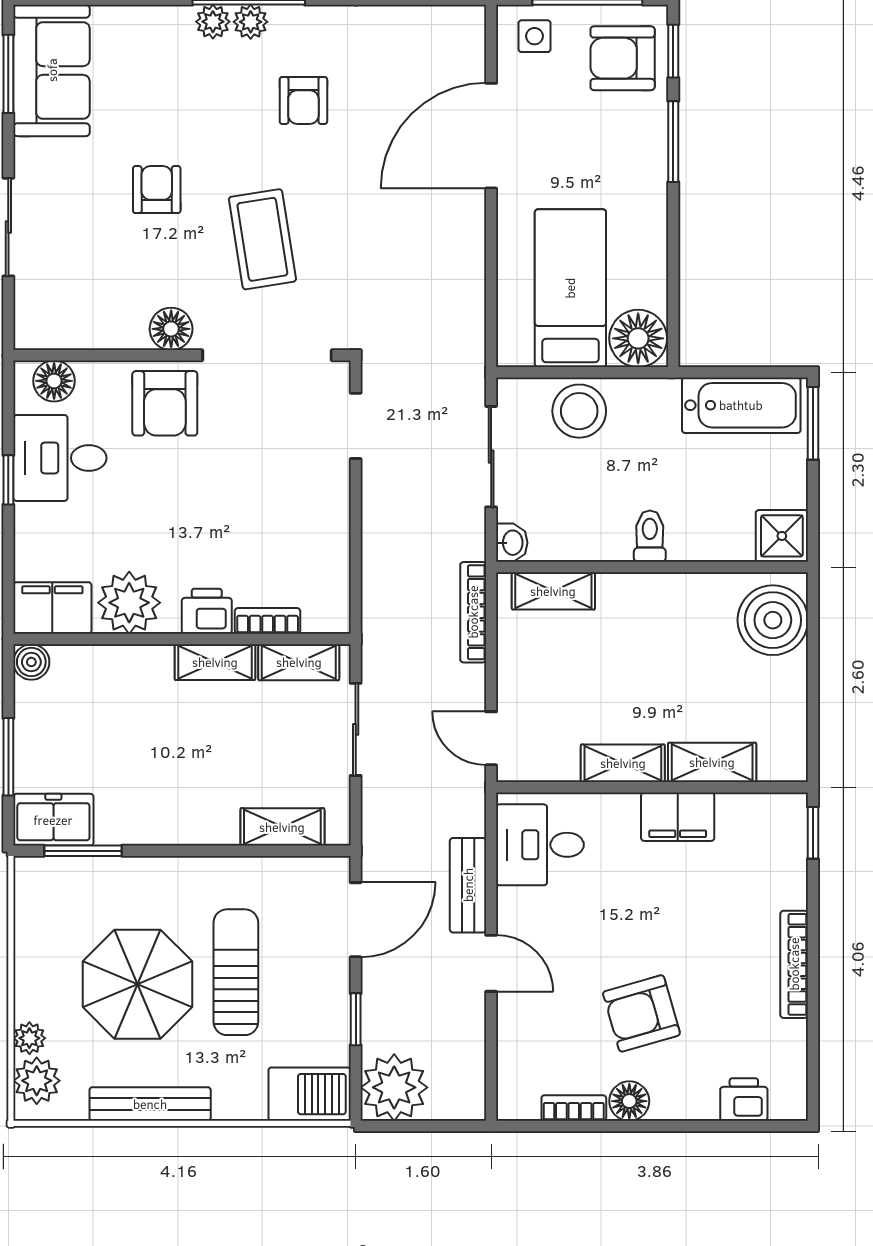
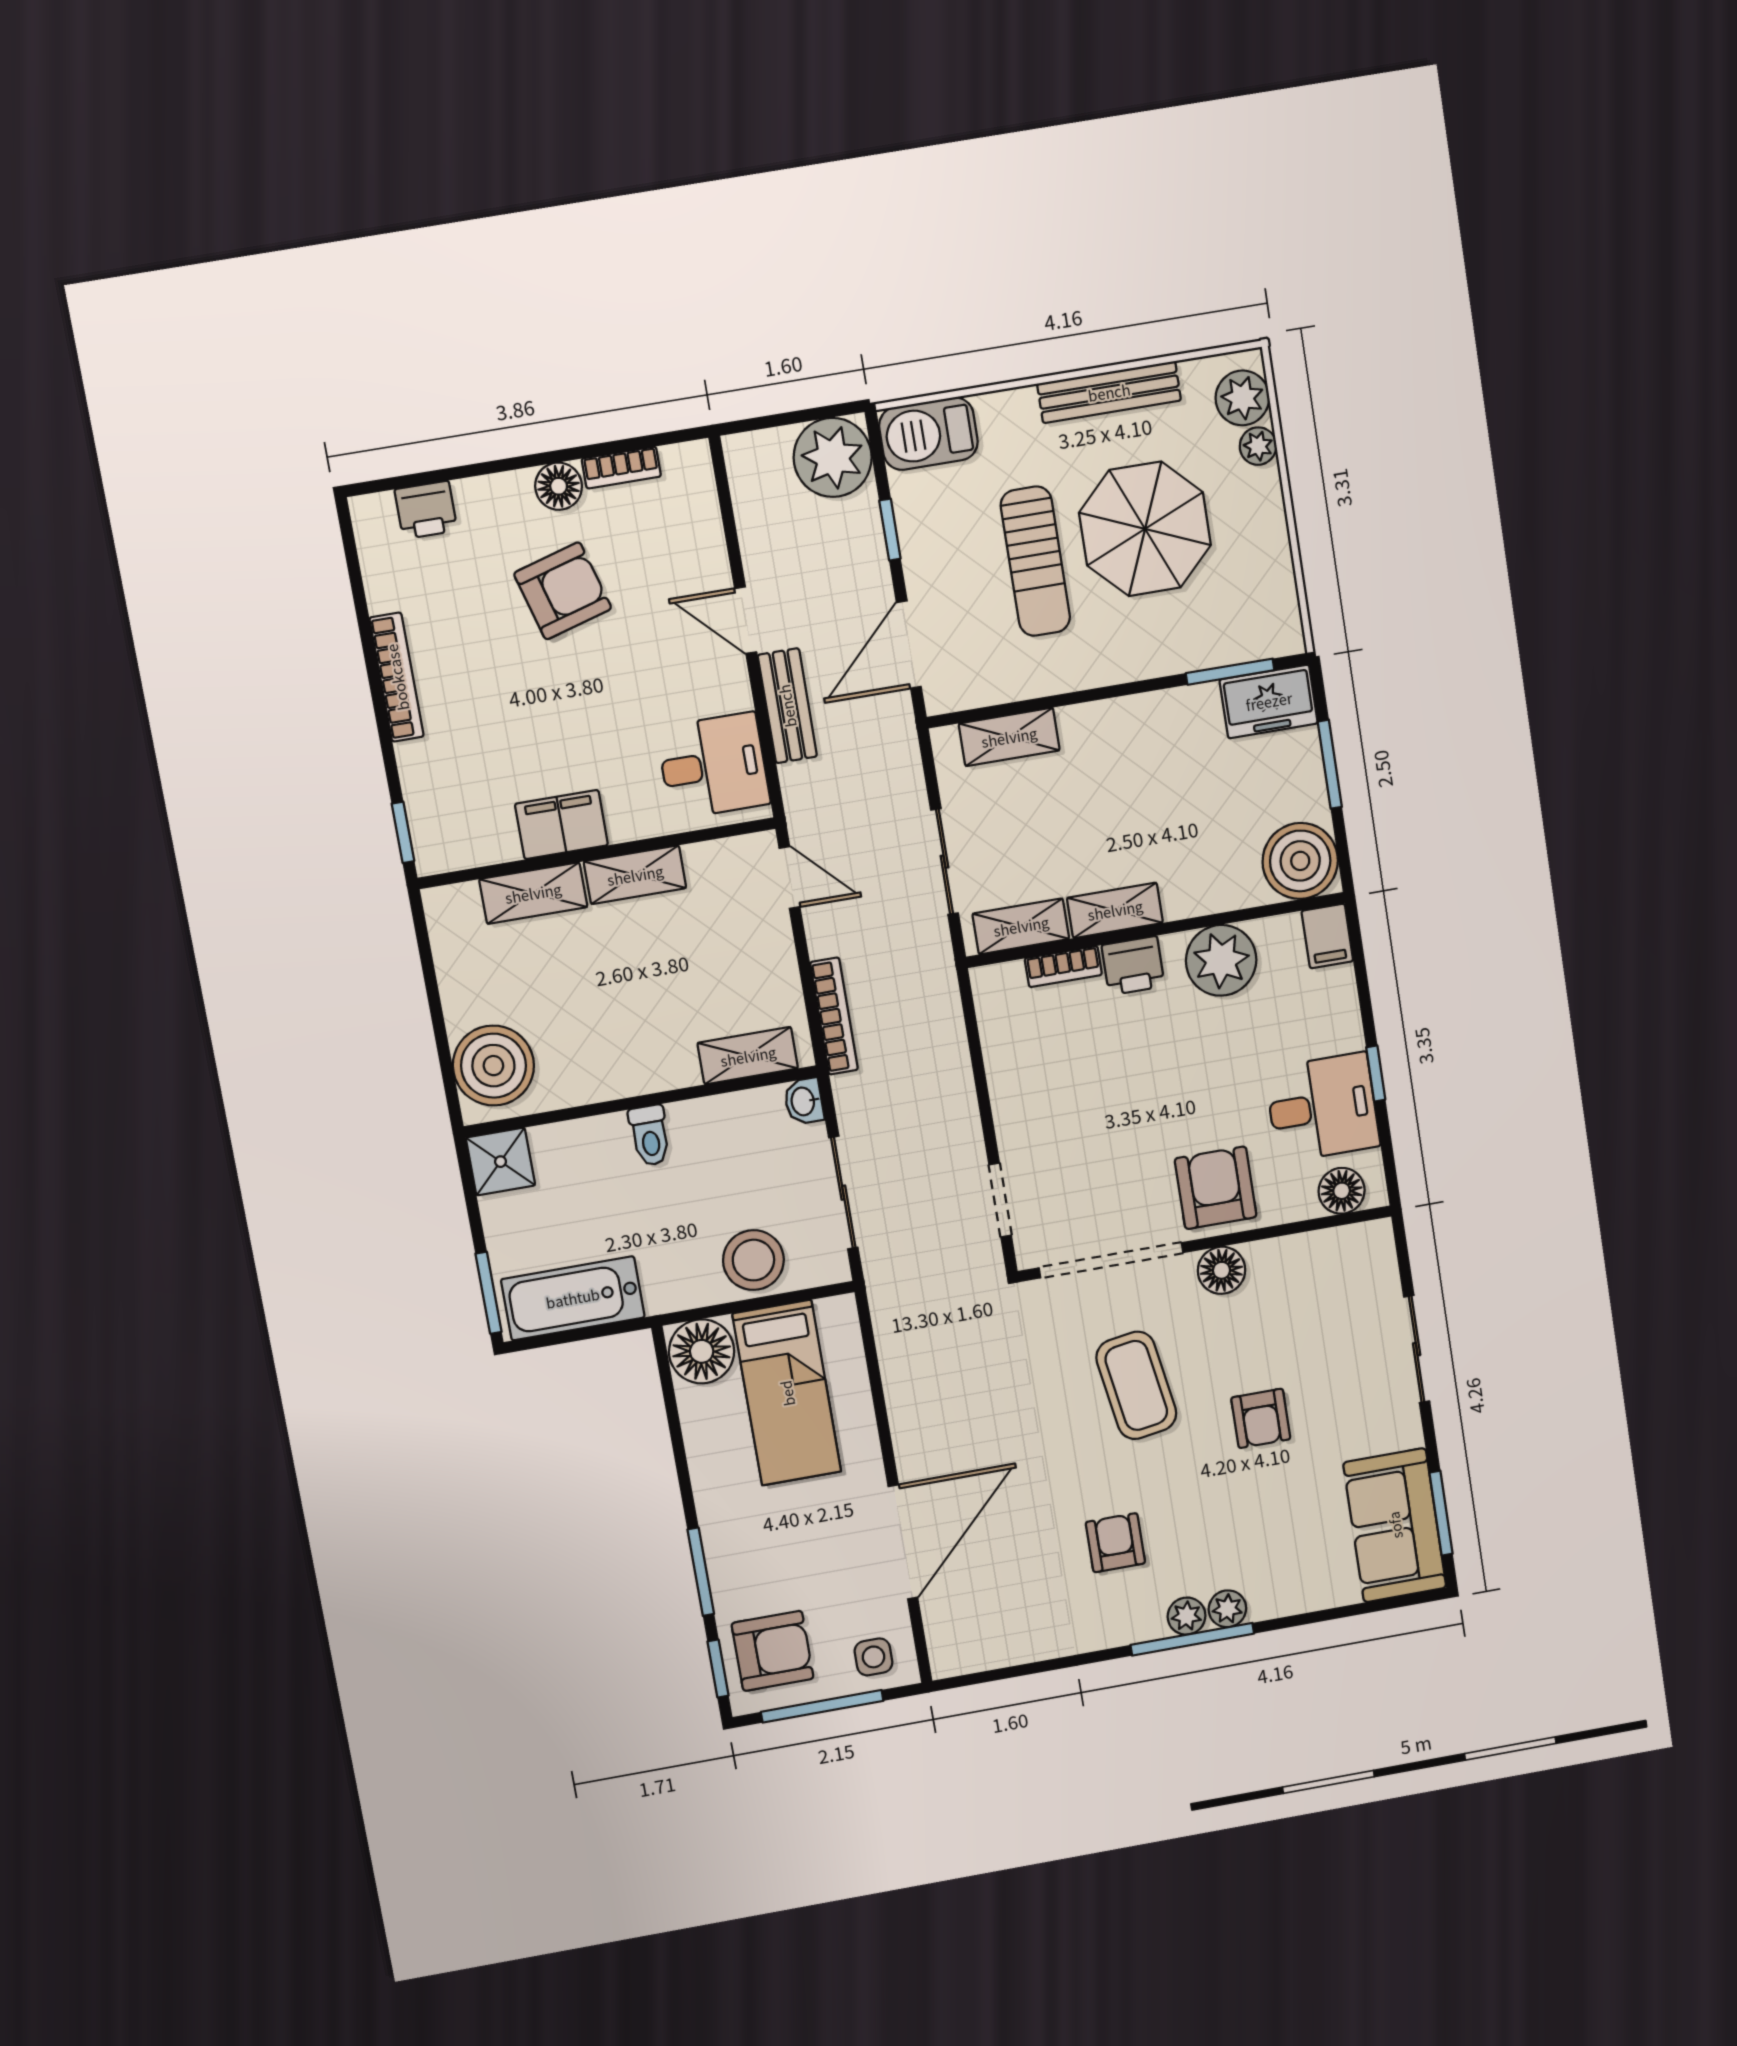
filing cabinet: (52, 608) -> (1327, 936), width x0.50
boiler: (31, 662) -> (1300, 861), width x1.86, depth x1.86

